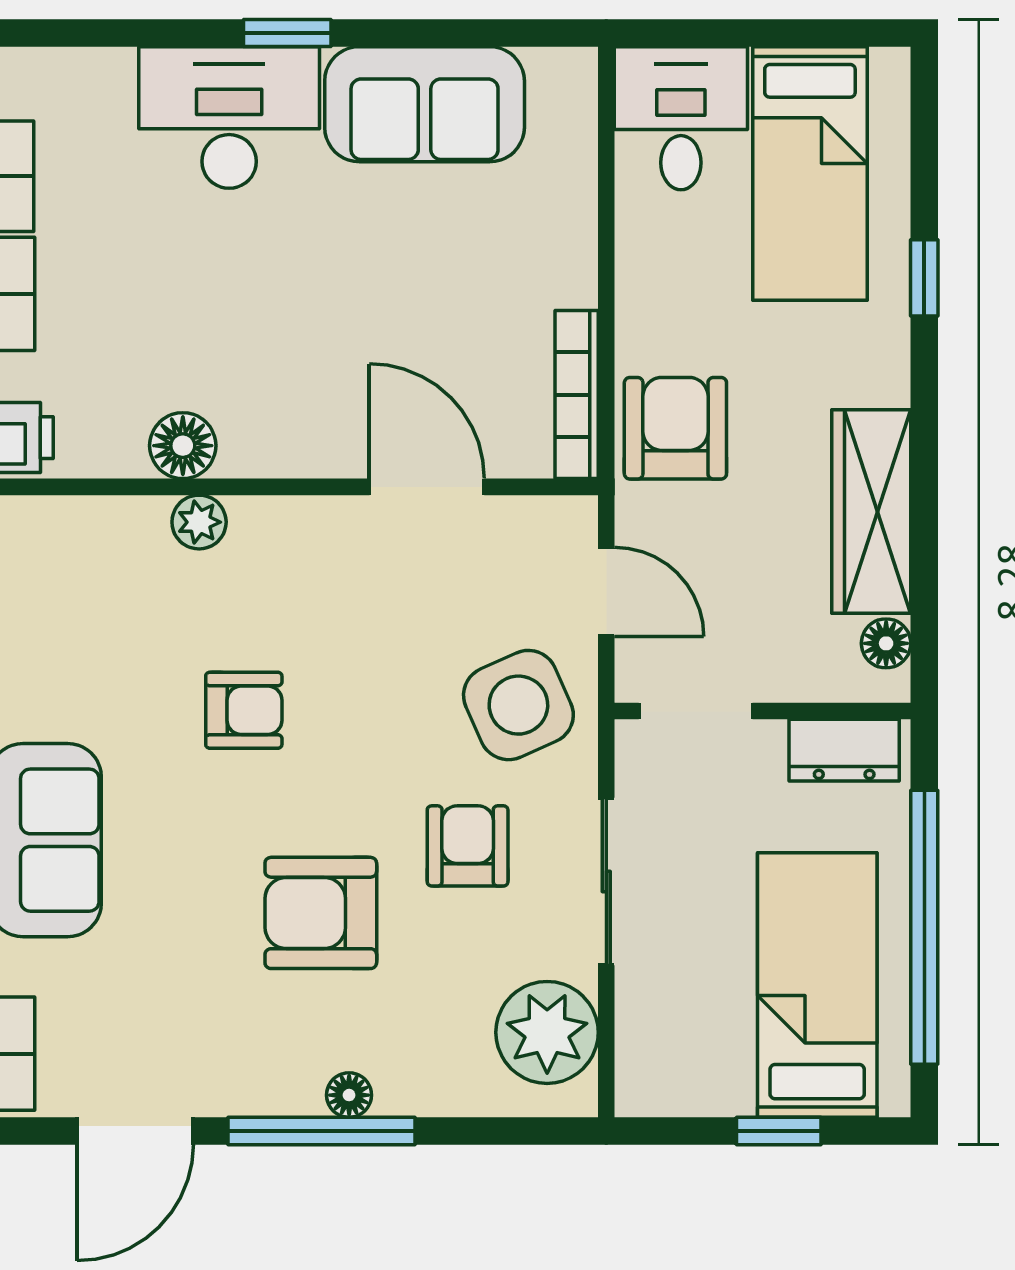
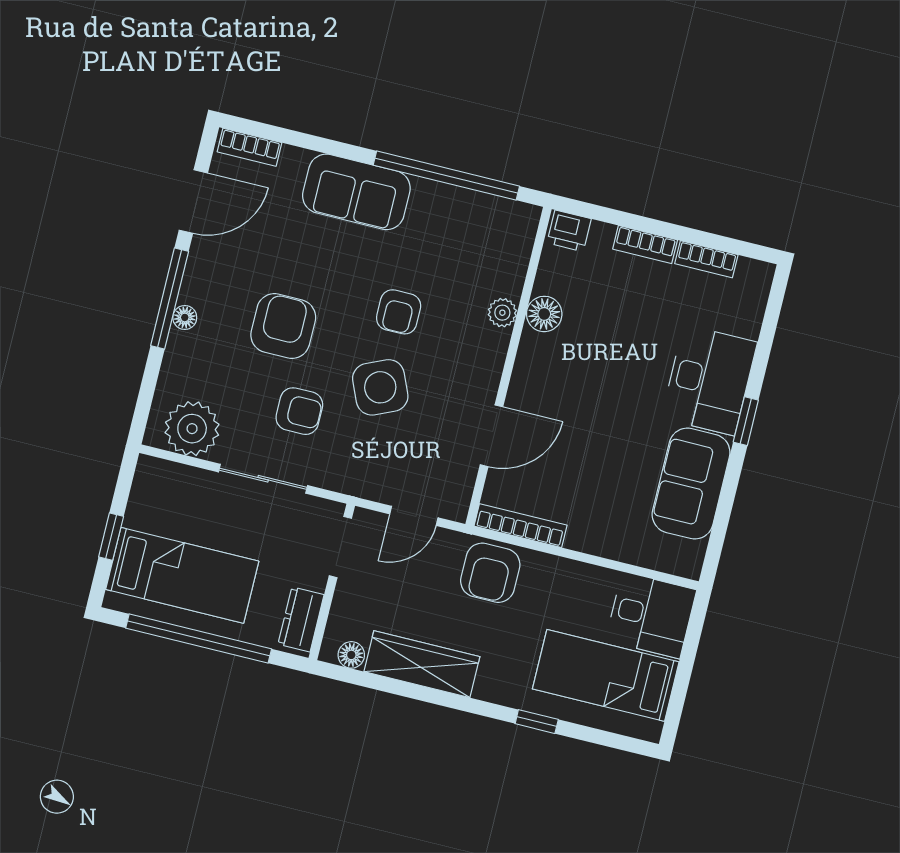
armchair: (675, 428) -> (490, 573), turned 90
side table: (518, 705) -> (380, 387), moved
door: (135, 1131) -> (193, 202), swing flipped

